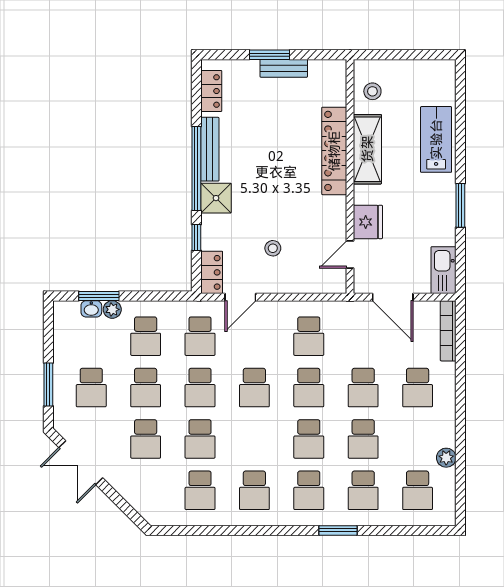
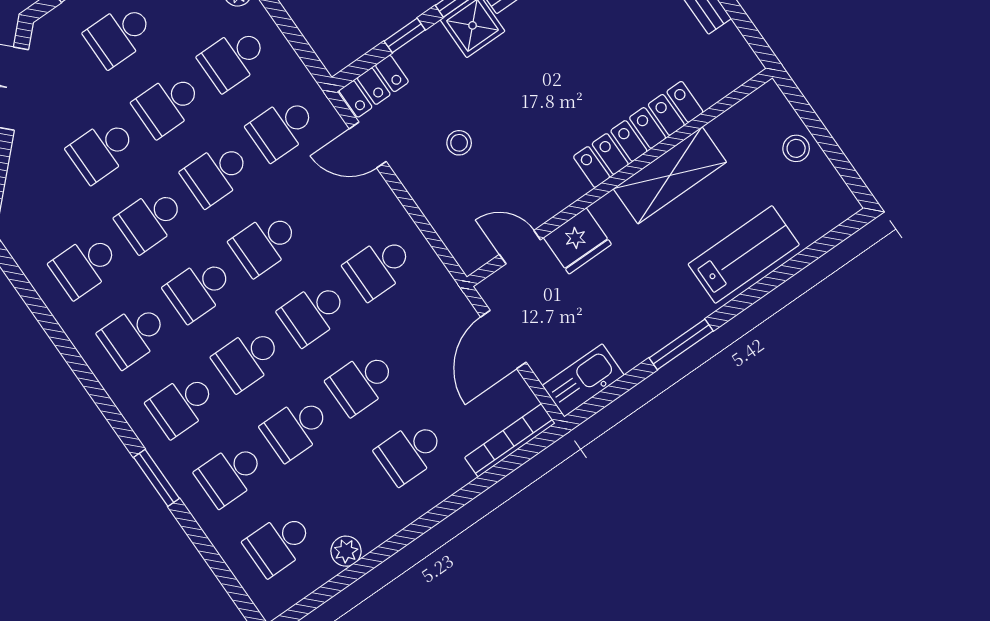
stool: (372, 91) -> (796, 148), moved
school desk: (254, 439) -> (199, 289), added

